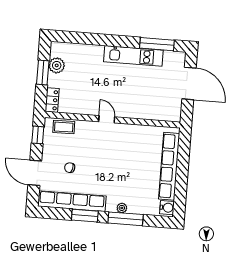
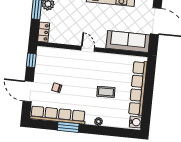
sofa: (156, 109) -> (128, 42), added
coffee table: (64, 127) -> (106, 92), moved
window: (126, 219) -> (101, 130), removed

